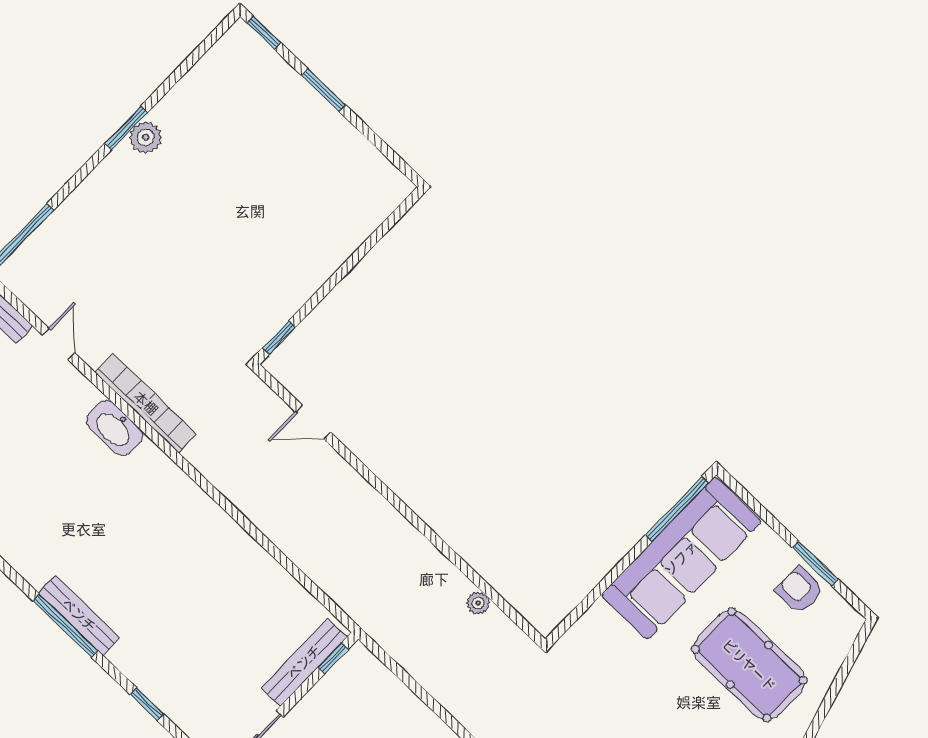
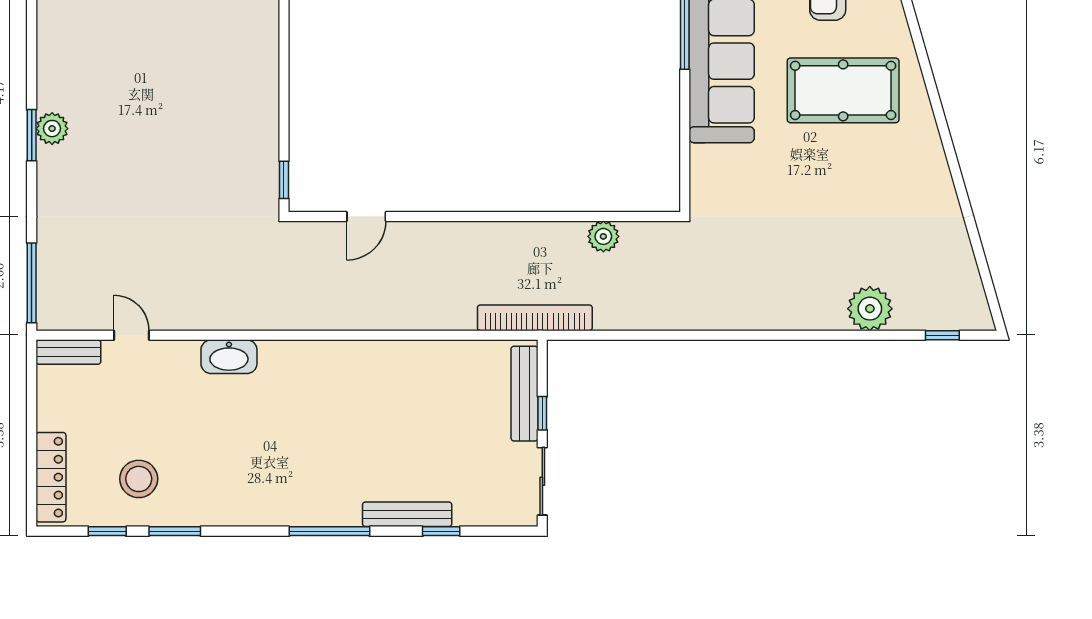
bookcase: (146, 403) -> (535, 318), moved
plant: (478, 603) -> (603, 236), width x1.38, depth x1.38
bench: (79, 615) -> (407, 514), moved
window: (333, 658) -> (542, 413), moved

